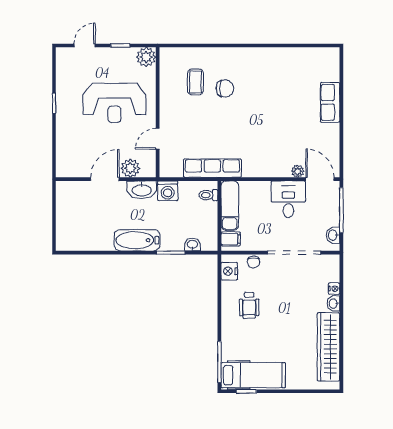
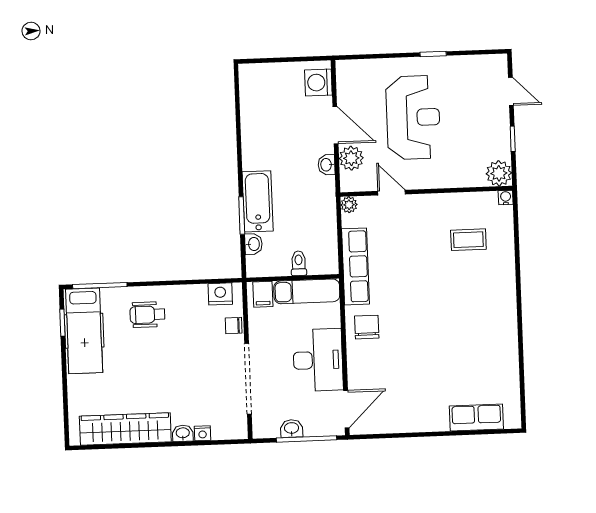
water cooler: (165, 53) -> (506, 198), added
chair: (225, 88) -> (367, 327), moved, turned 180
row of seats: (330, 102) -> (476, 418), moved
reception desk: (114, 103) -> (413, 117), moved, turned 180
plant: (298, 171) -> (349, 205), moved
washbasin: (142, 190) -> (327, 165), width x0.52, depth x0.69
washing machine: (168, 191) -> (318, 82), moved
toilet: (208, 195) -> (299, 263), moved
desk: (288, 199) -> (318, 360), width x1.37
washbasin: (333, 235) -> (292, 428), moved
bathtub: (137, 240) -> (258, 201), moved
wheelchair: (249, 305) -> (147, 315), moved

